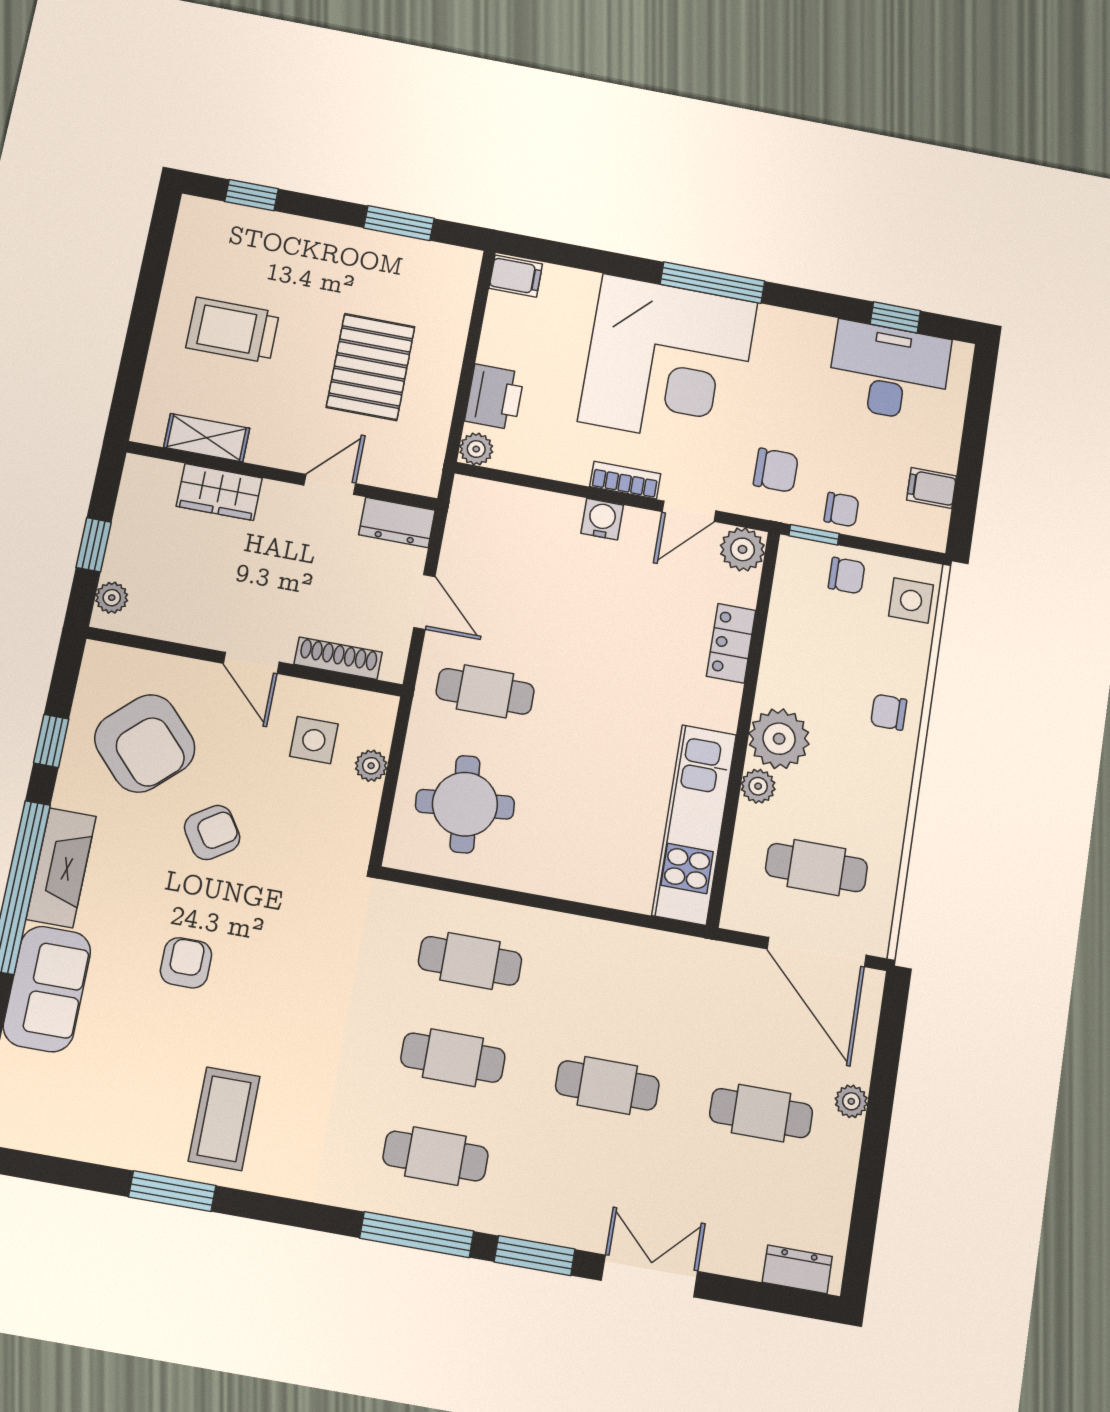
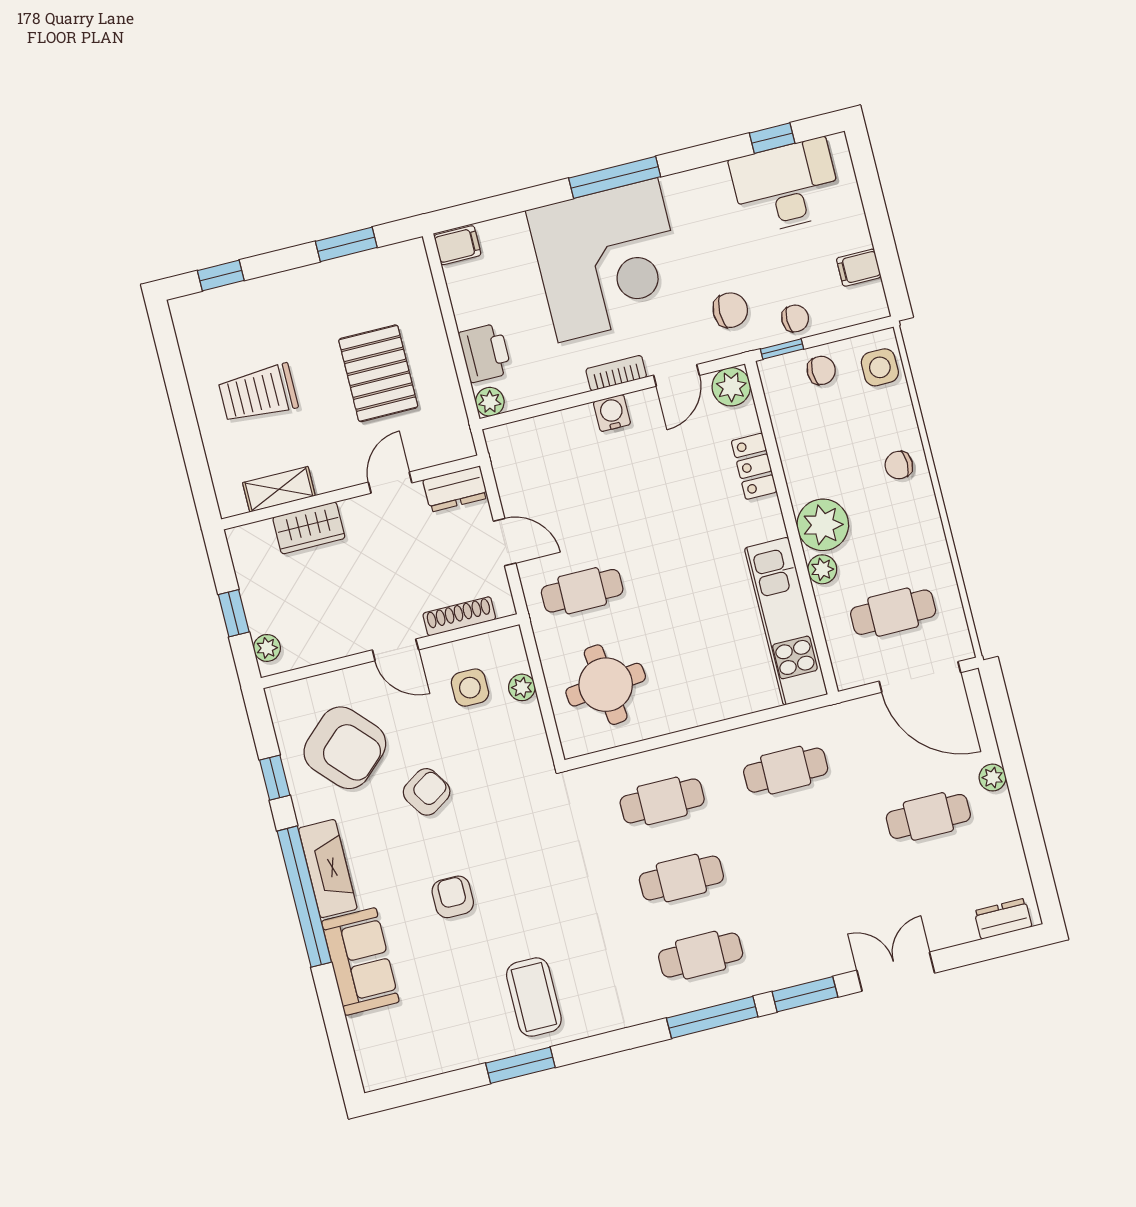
cafe table: (607, 1085) -> (786, 770), moved

